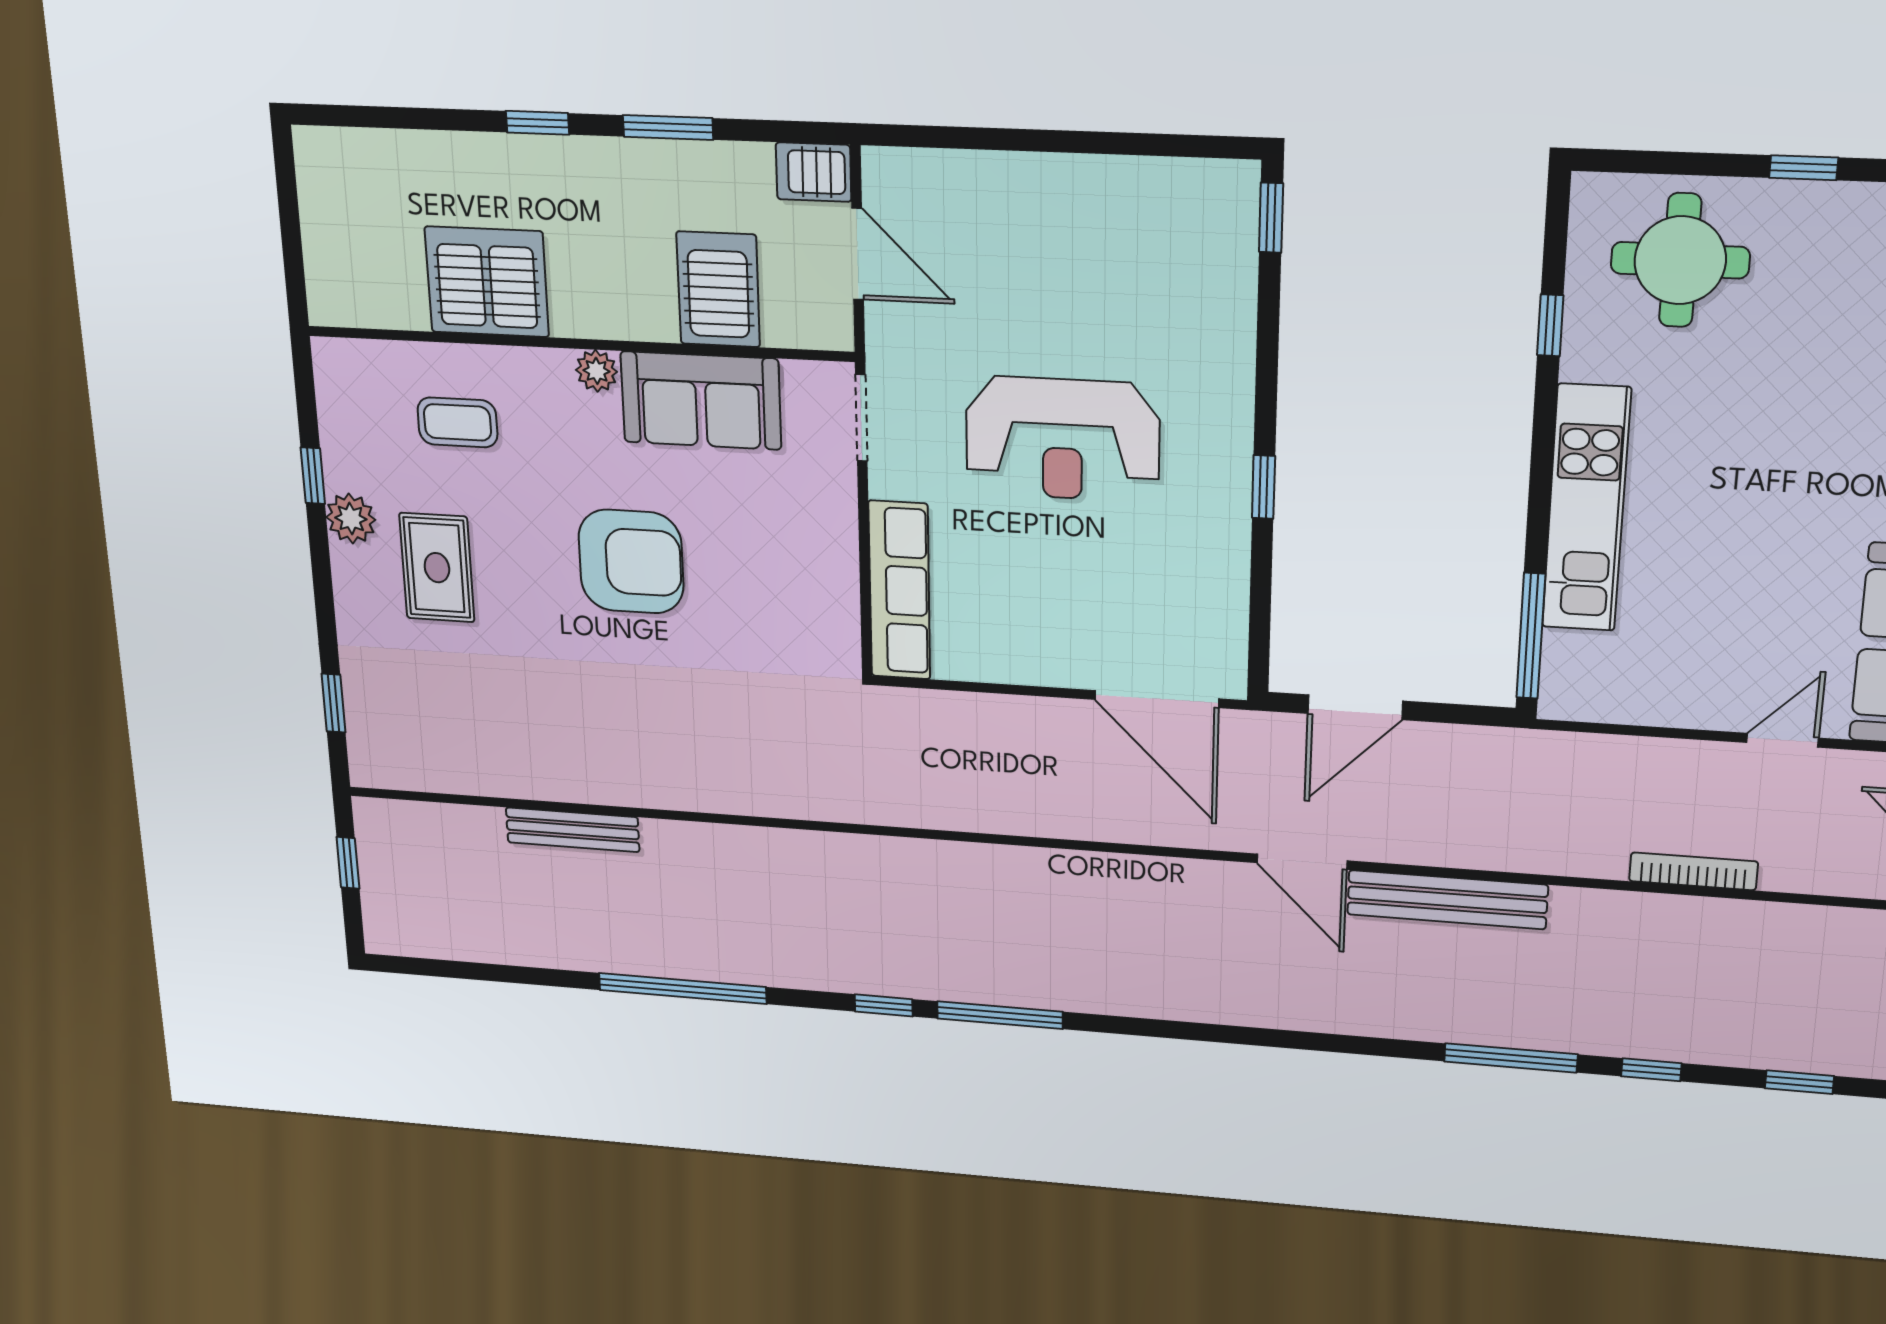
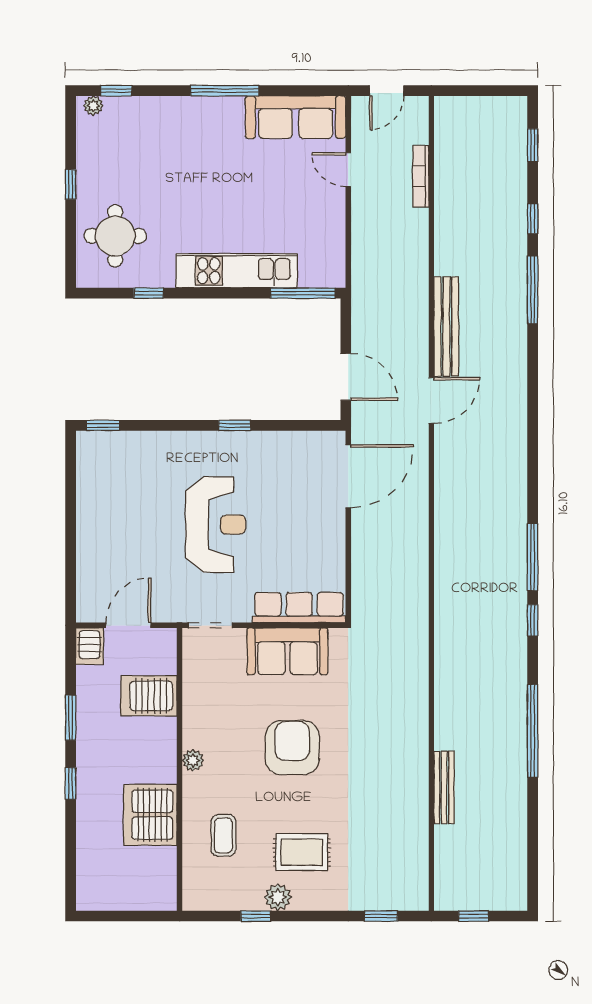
sofa: (701, 401) -> (287, 651), moved, turned 90
bookcase: (1693, 871) -> (421, 176), moved

